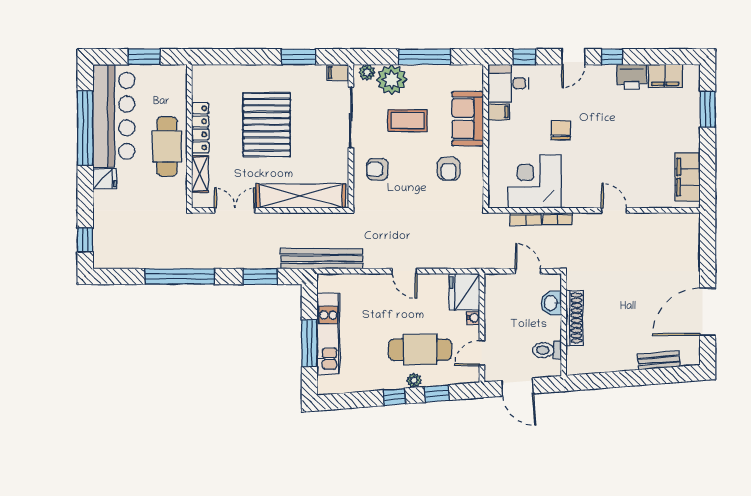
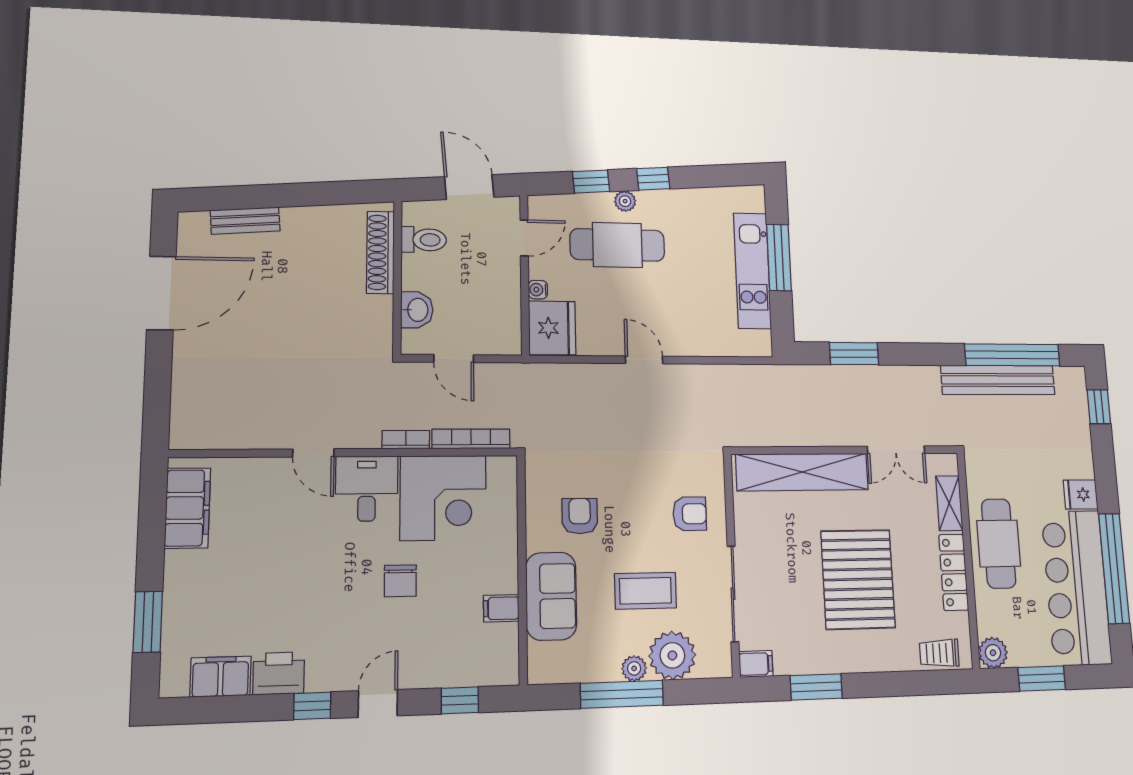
plant: (367, 72) -> (634, 668), moved
plant: (177, 75) -> (993, 653), added
trolley: (214, 75) -> (939, 653), added
desk: (508, 83) -> (367, 489), moved, turned -90
bookcase: (526, 219) -> (471, 439), width x1.56
bench: (322, 259) -> (998, 380), moved
window: (180, 276) -> (1012, 355), moved
shoe rack: (574, 318) -> (380, 252), moved

